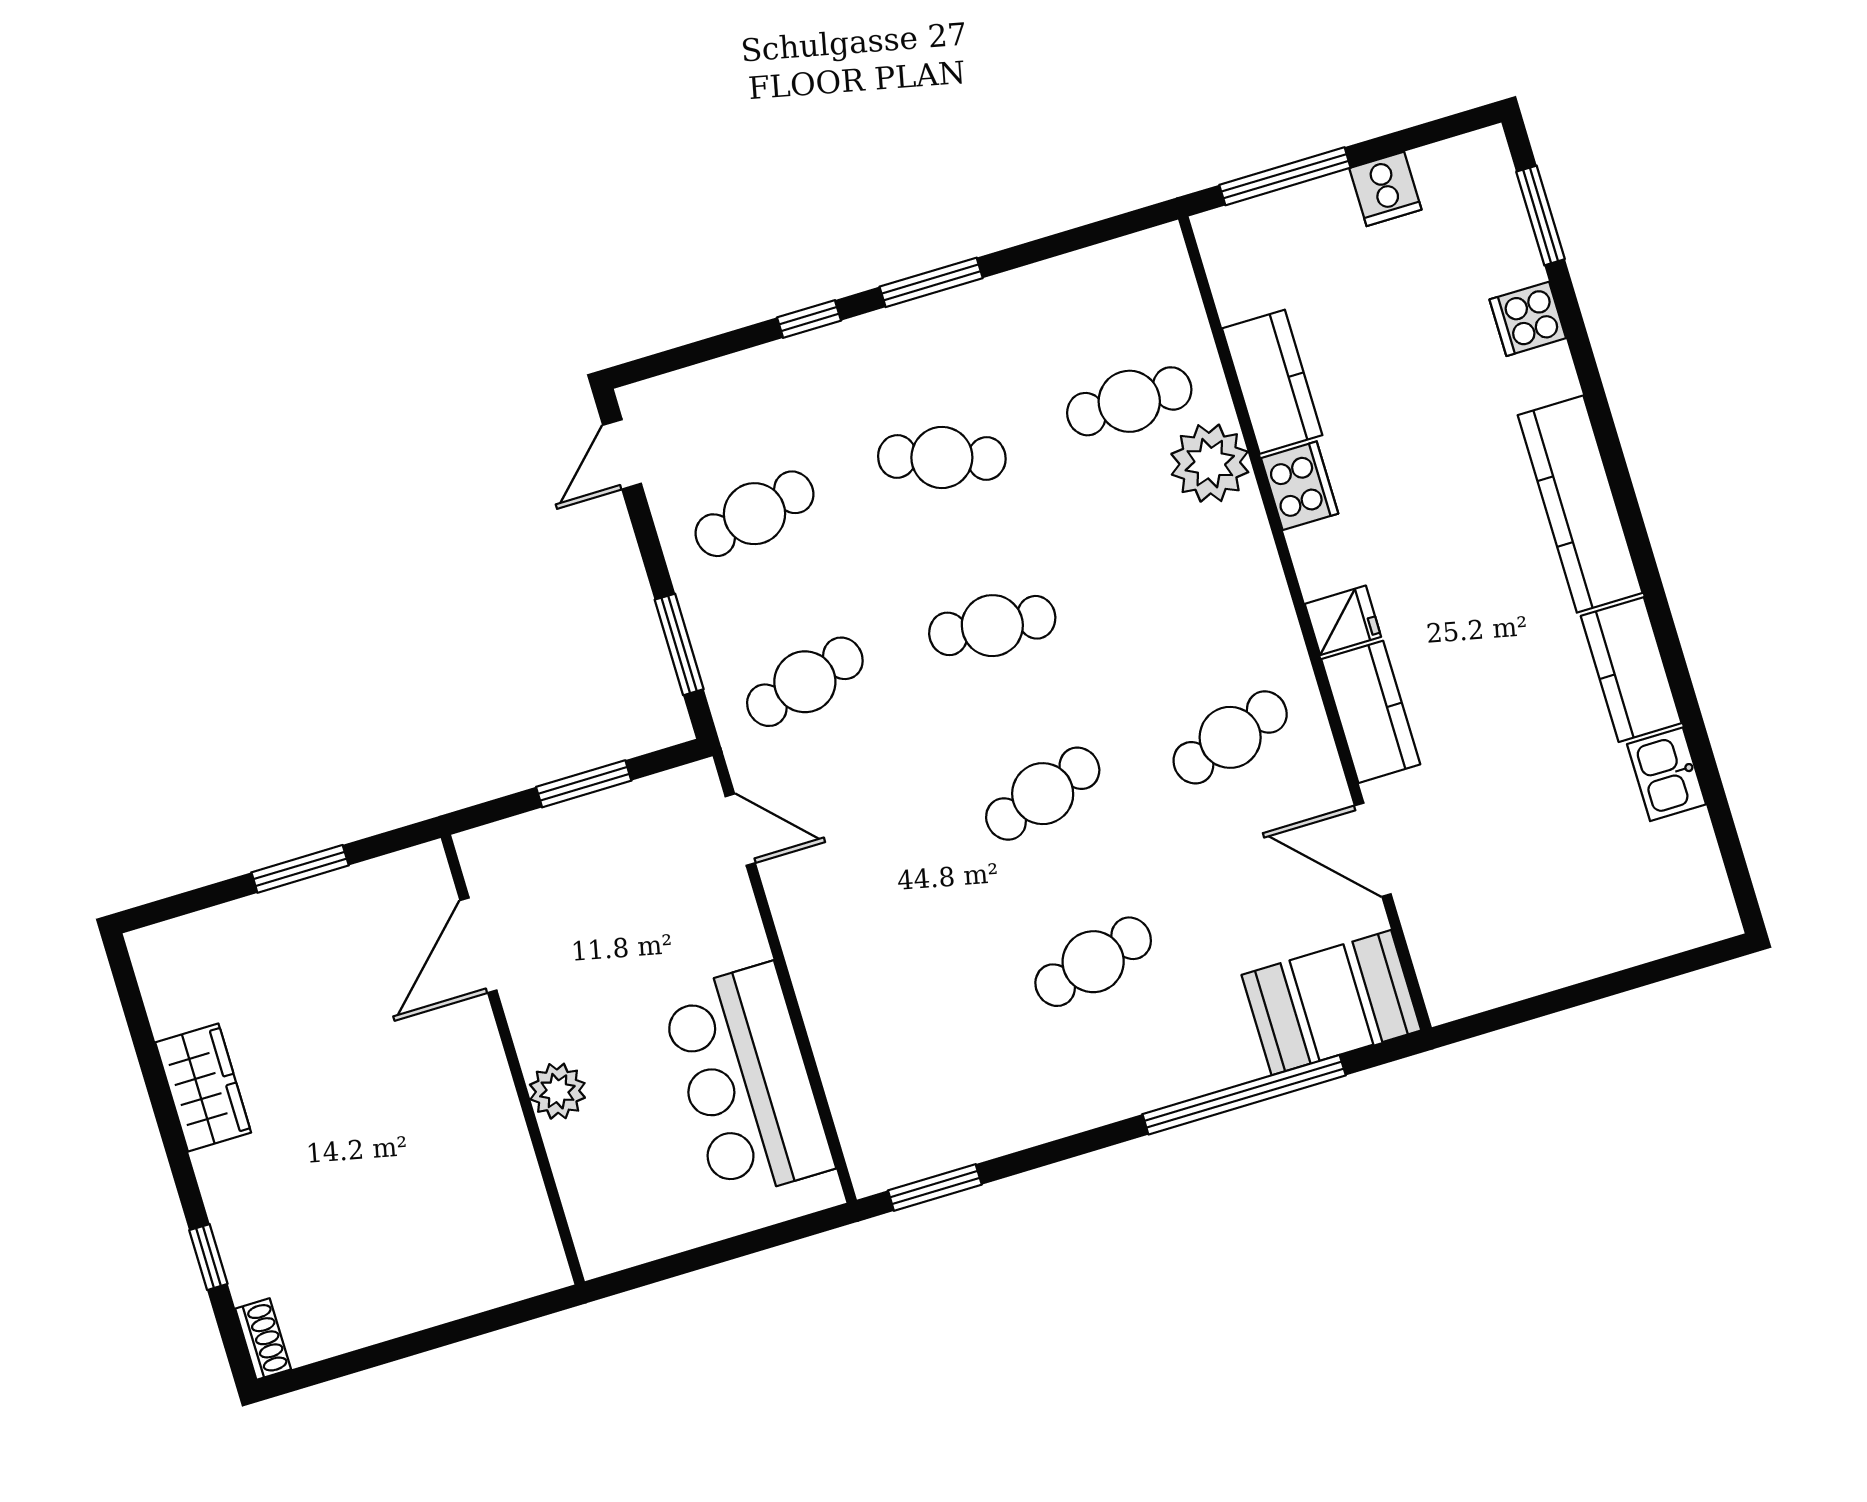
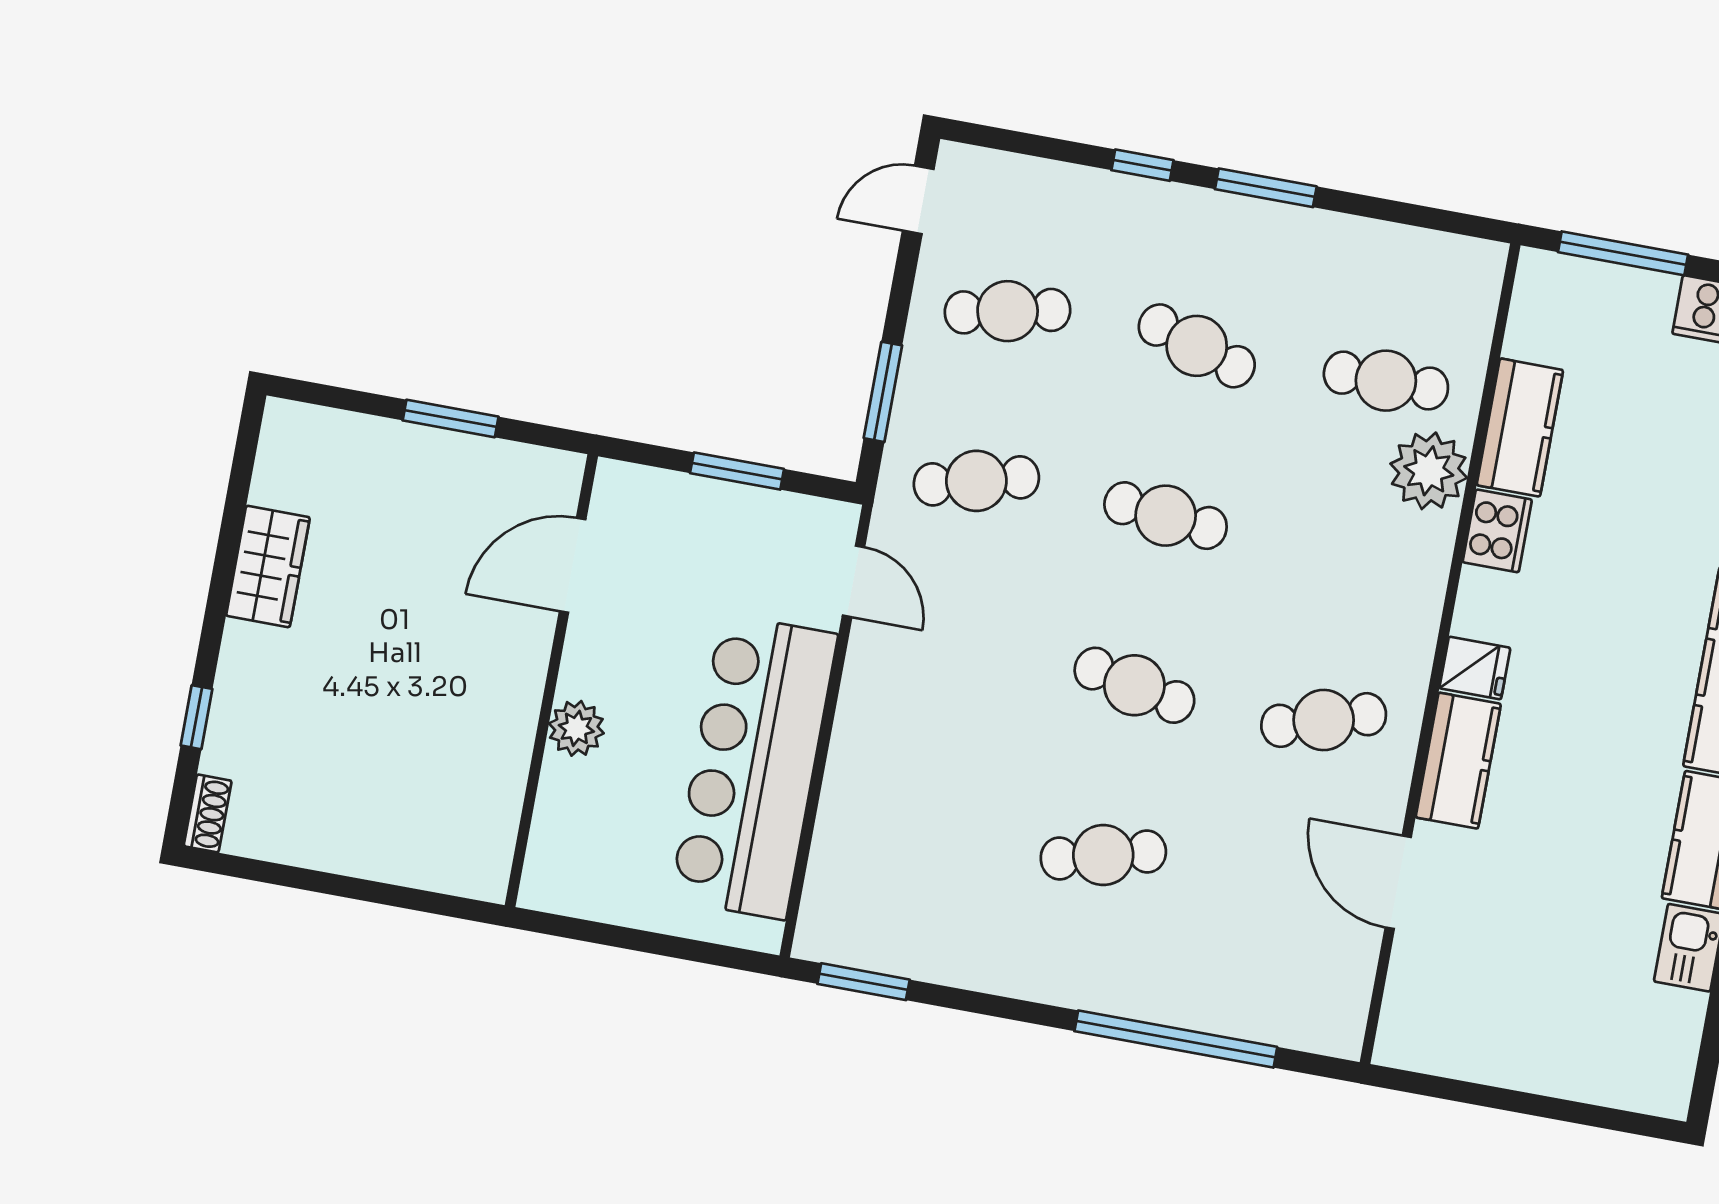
cafe table: (1043, 794) -> (1134, 685), turned 30
booth: (1331, 1003) -> (1294, 997), removed
bar counter: (747, 1082) -> (754, 767), width x1.36

